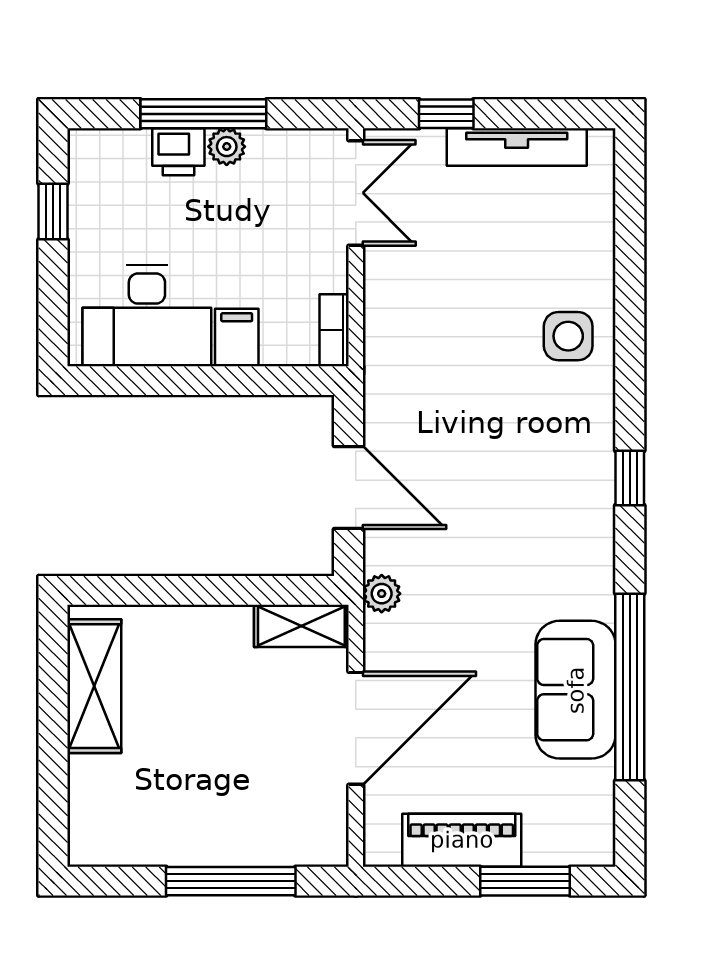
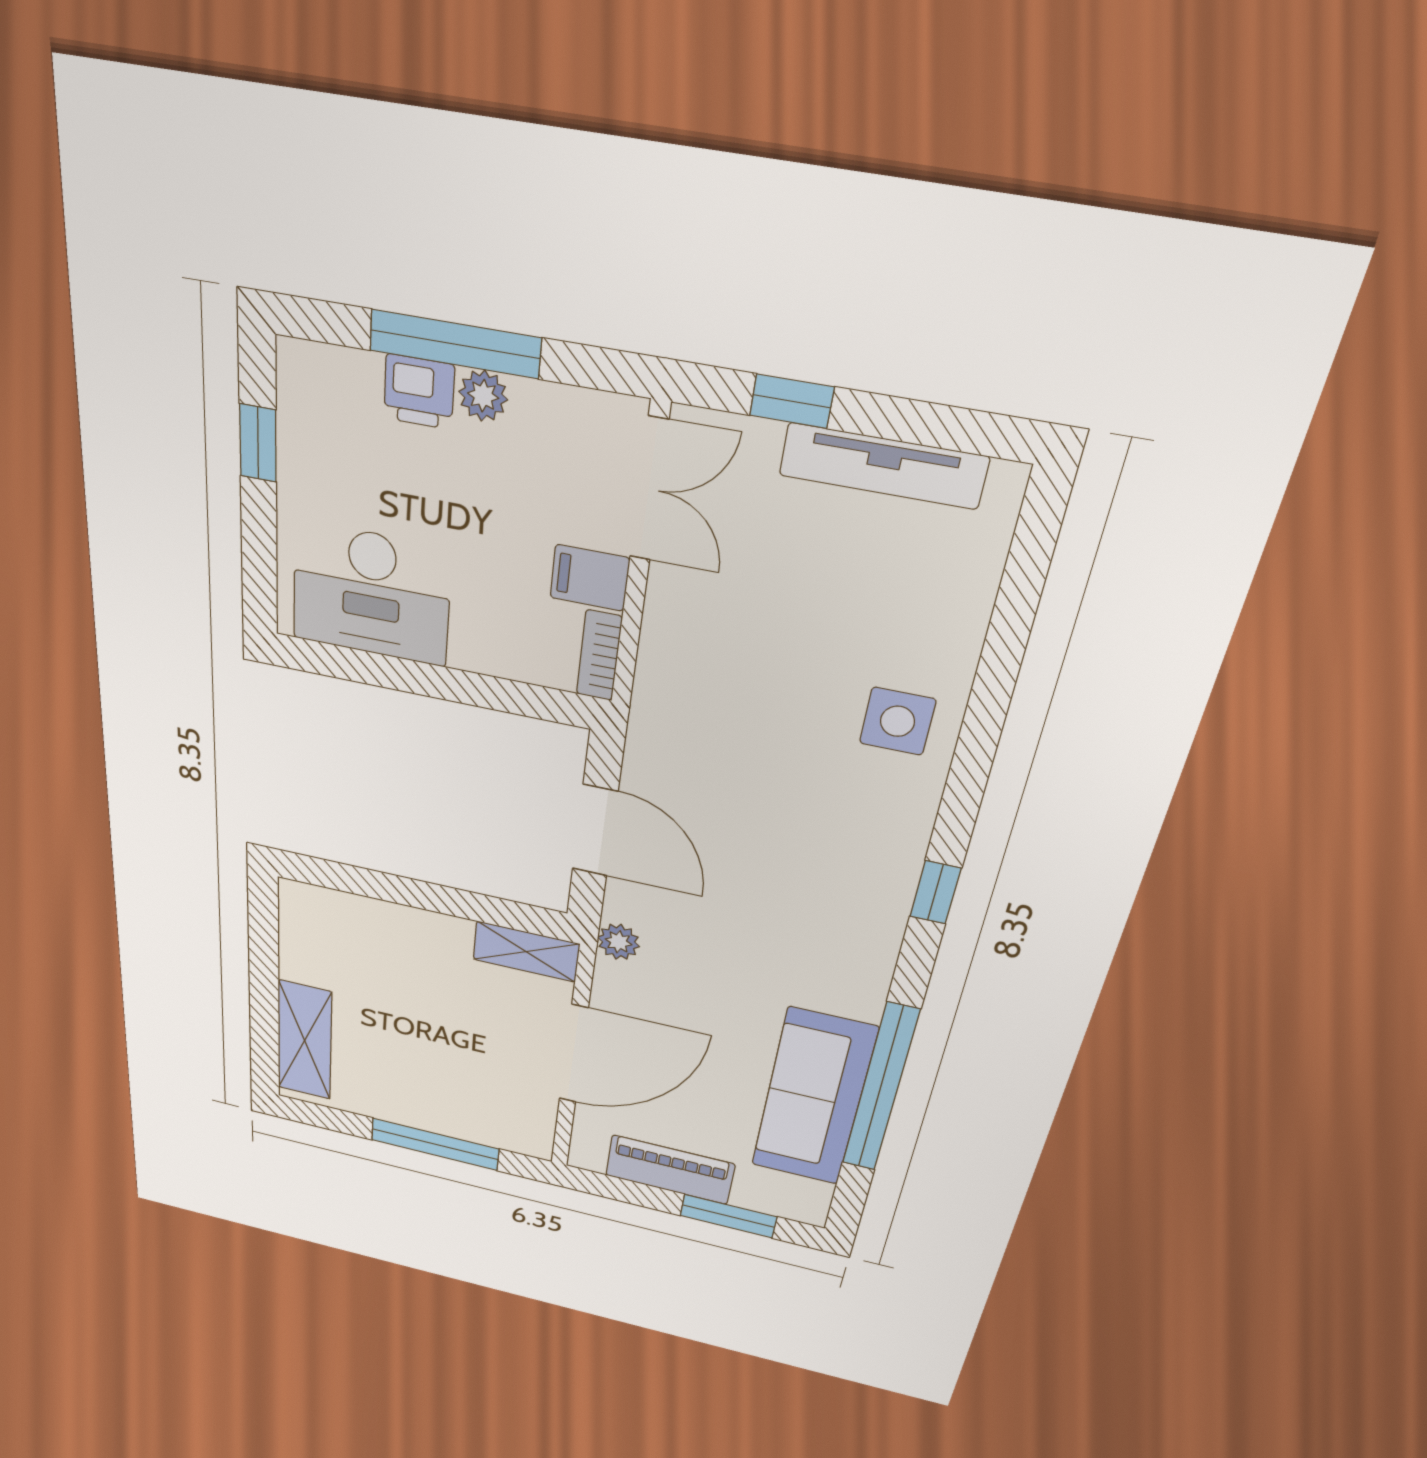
filing cabinet: (237, 337) -> (590, 578), moved, turned -90
shelving: (94, 686) -> (305, 1040), moved
sofa: (576, 690) -> (813, 1098), width x1.36

